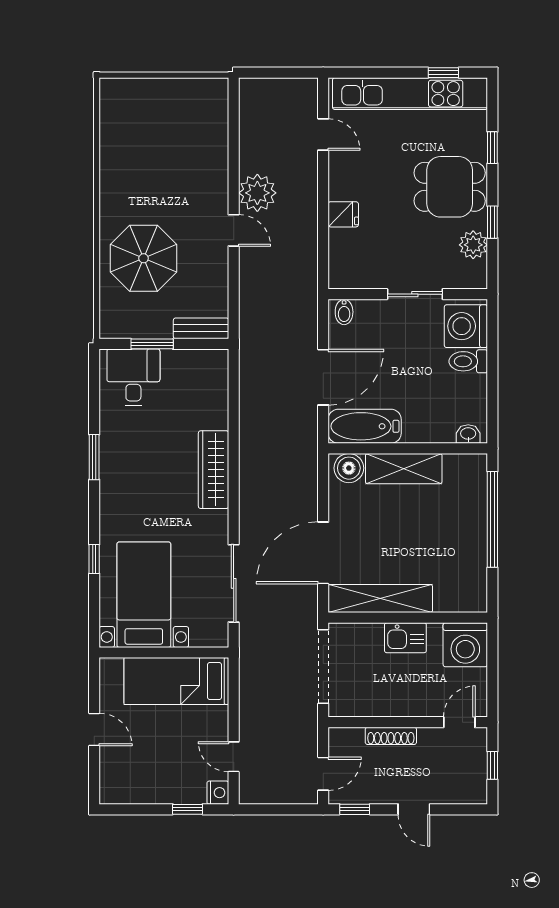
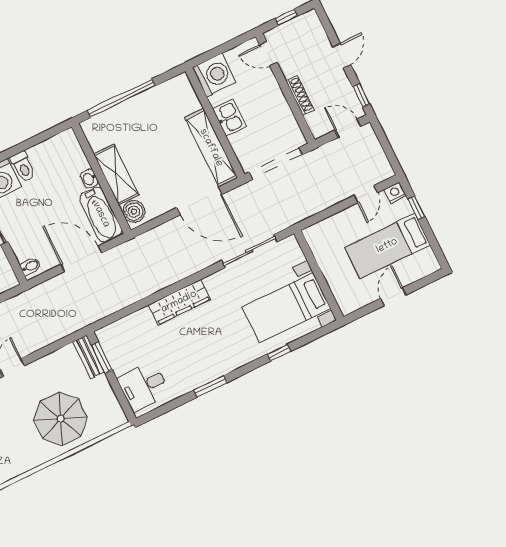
window: (152, 344) -> (102, 358), moved
washbasin: (468, 434) -> (89, 179), moved
bed: (176, 681) -> (387, 246), moved, turned 90

